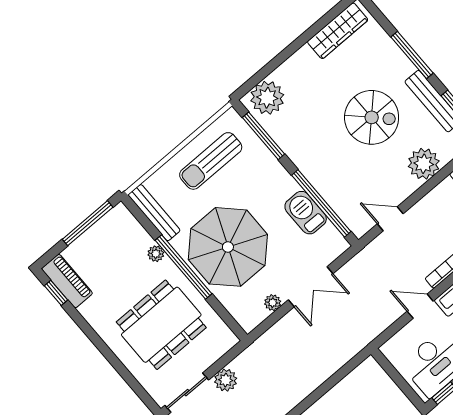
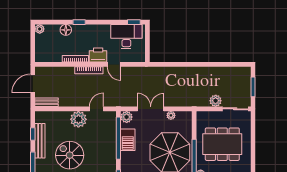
plant: (424, 164) -> (78, 119), moved
door: (390, 219) -> (96, 109), swing flipped
plant: (336, 245) -> (127, 117), added

